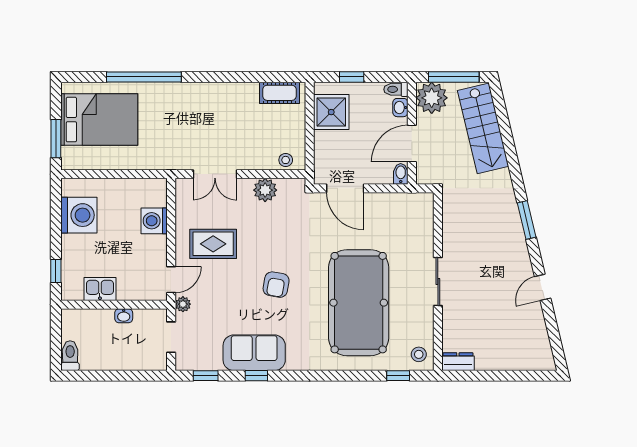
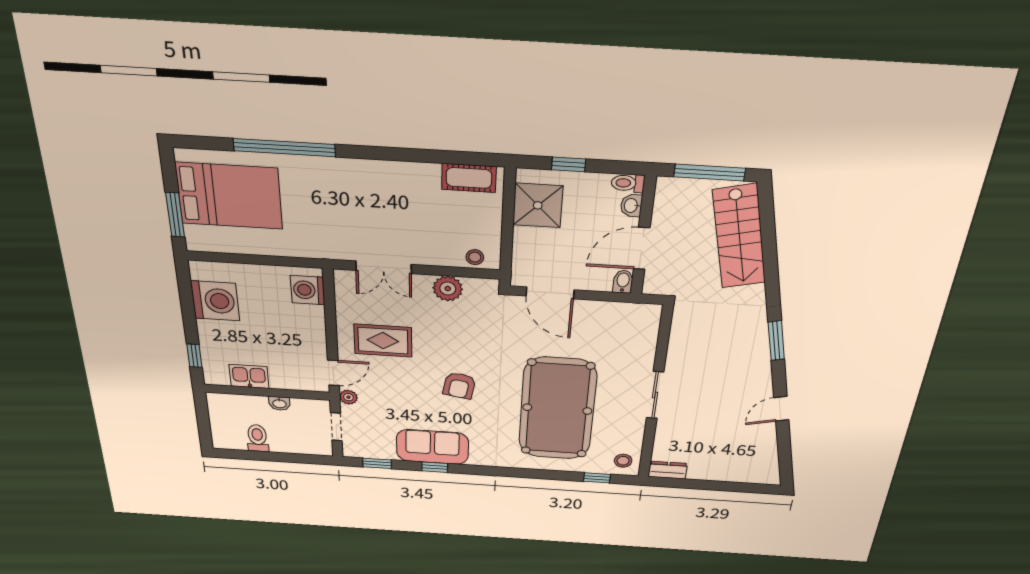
plant: (432, 98) -> (675, 196), removed
washing machine: (154, 221) -> (308, 290), moved
toilet: (70, 356) -> (258, 438), moved

